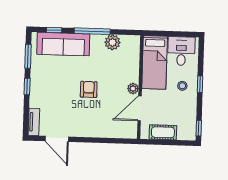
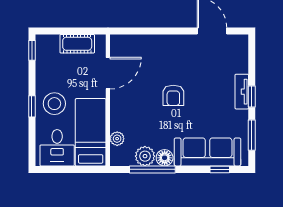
window: (92, 31) -> (152, 169), moved
floor lamp: (97, 41) -> (165, 158), added
stool: (182, 86) -> (54, 104), width x1.89, depth x1.89
plant: (133, 89) -> (117, 139), moved
tv unit: (34, 122) -> (242, 92), moved

